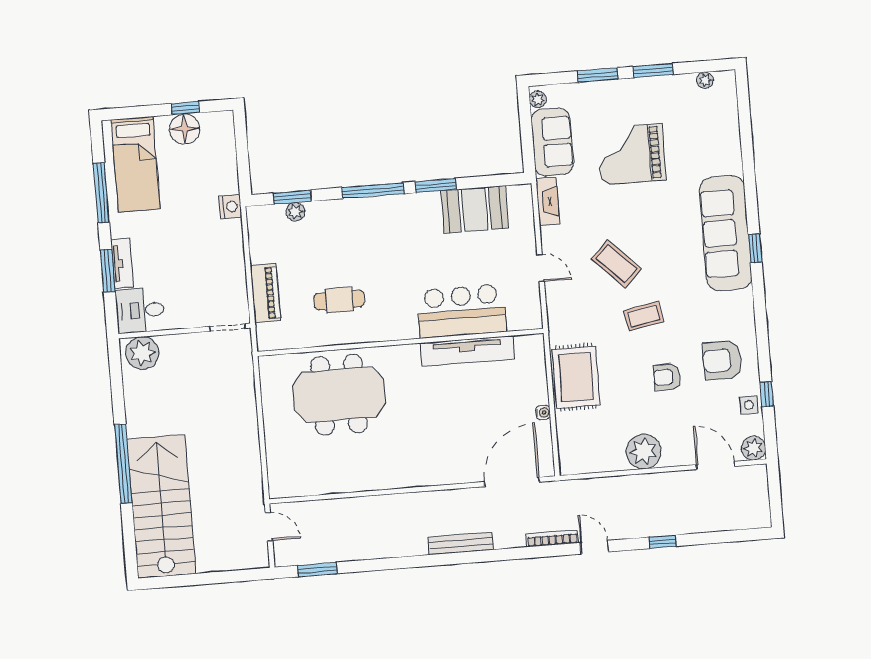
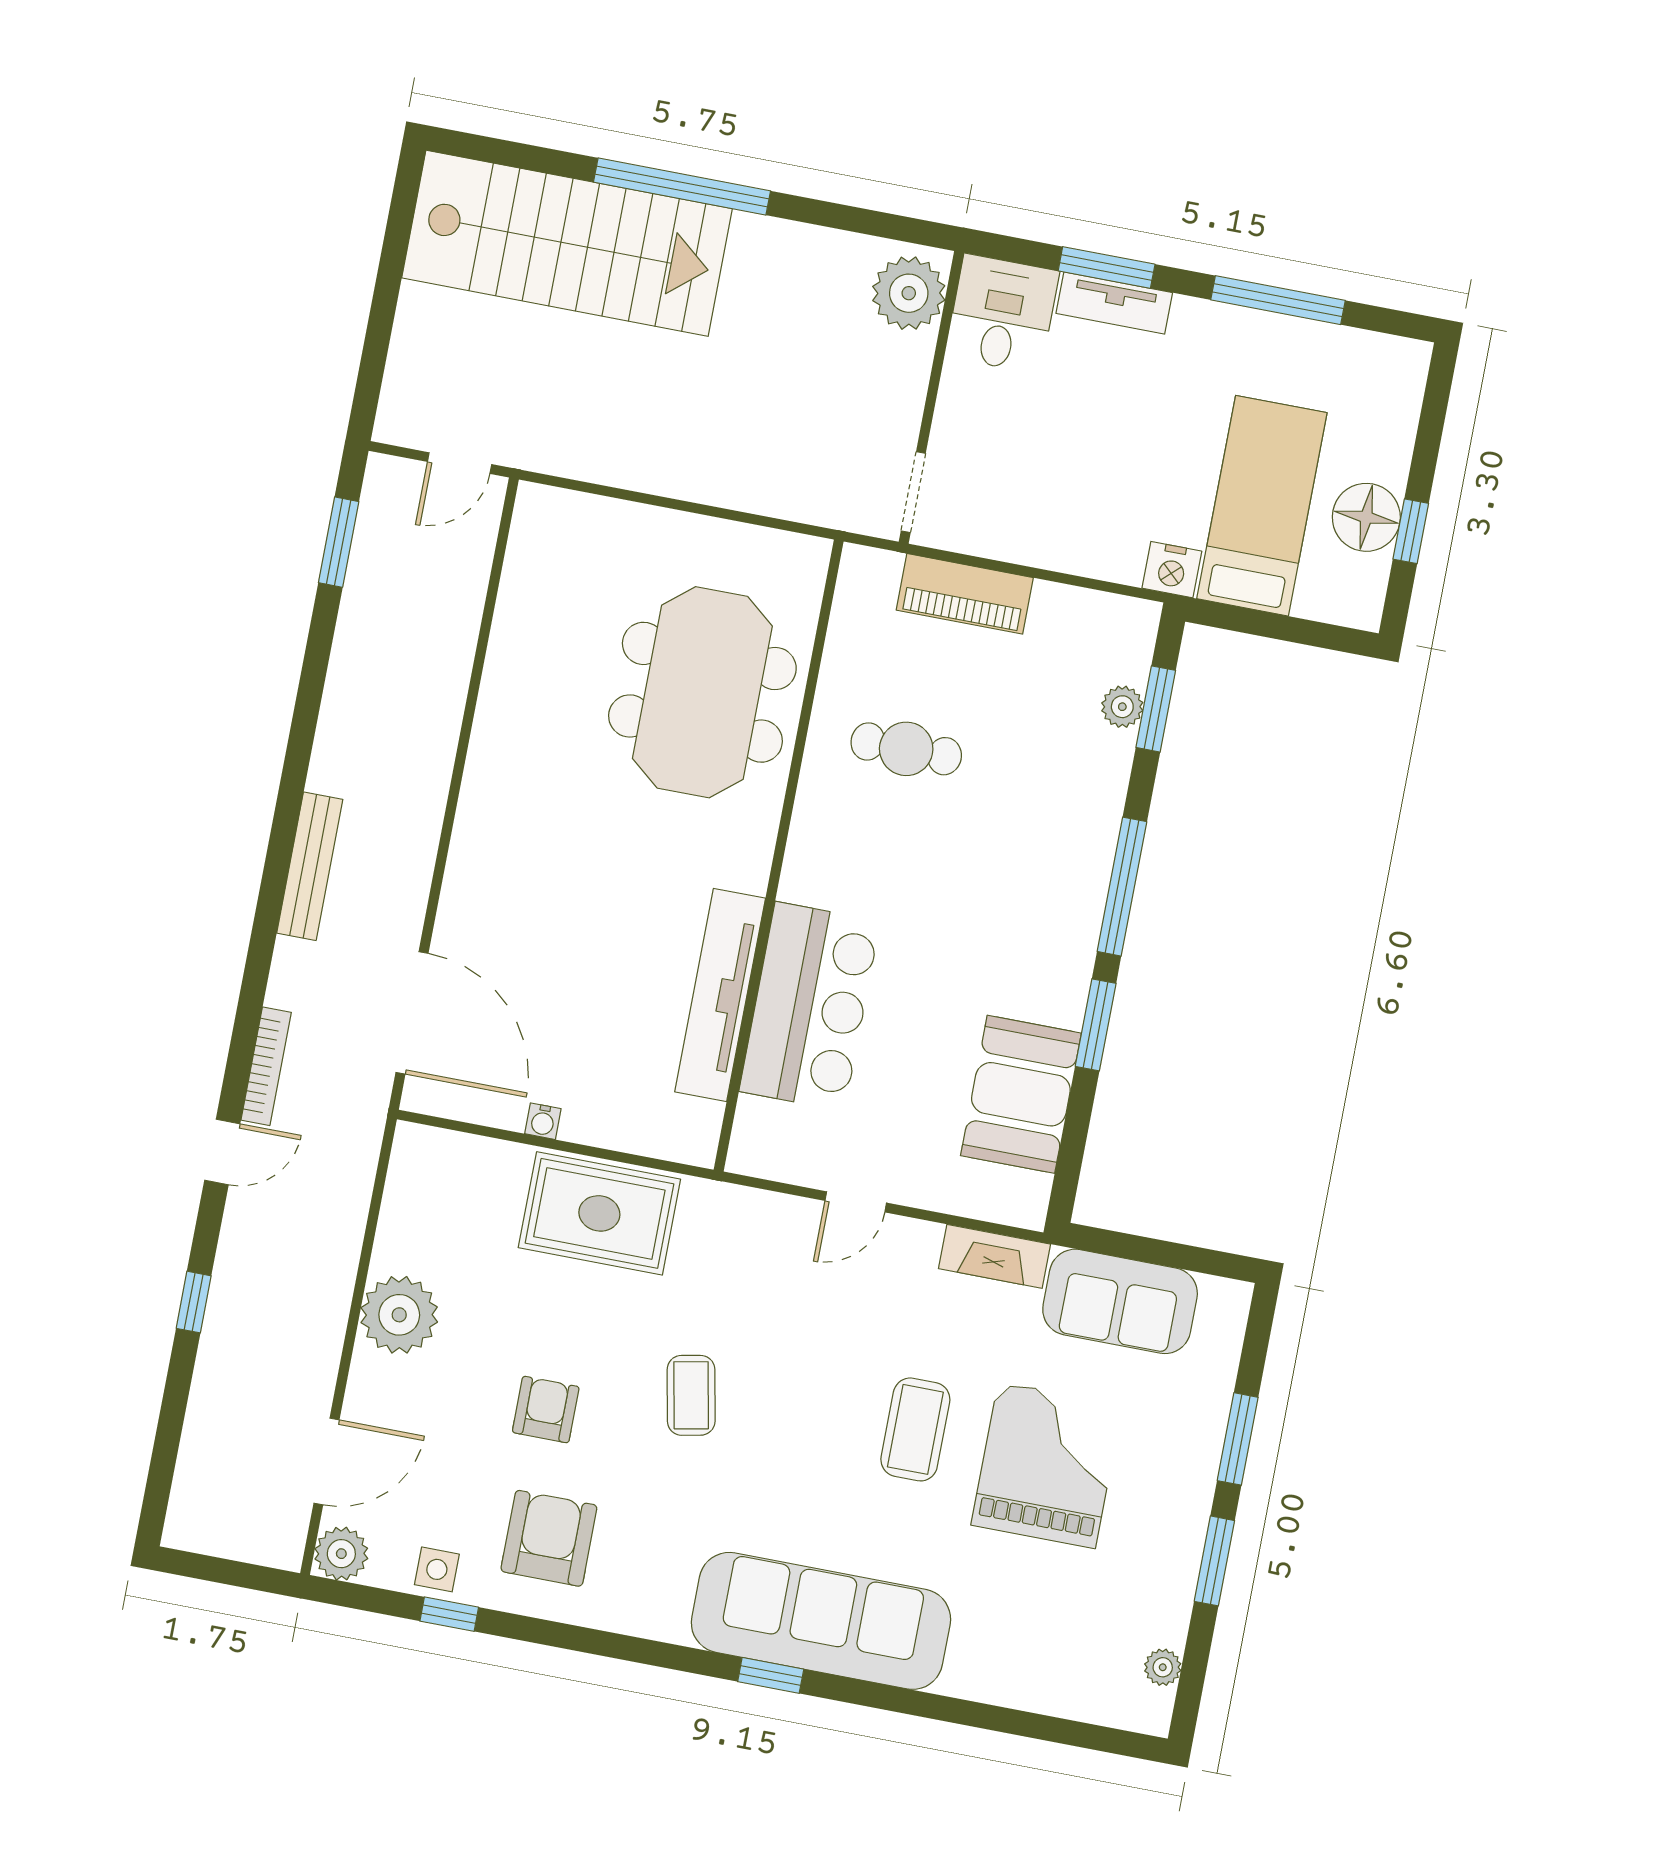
plant: (538, 99) -> (1220, 1295), removed
bed: (136, 164) -> (1262, 506), moved, turned 90
coffee table: (616, 264) -> (915, 1429), moved, turned -45
cafe table: (339, 300) -> (906, 749), turned 90

